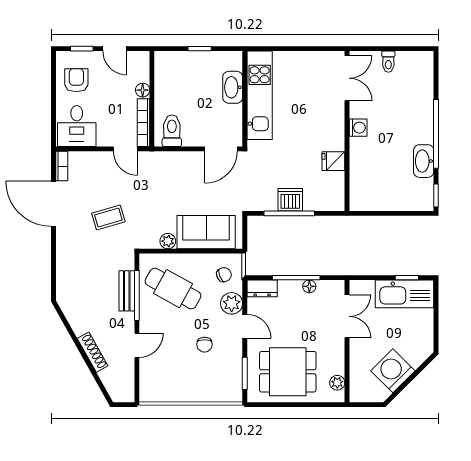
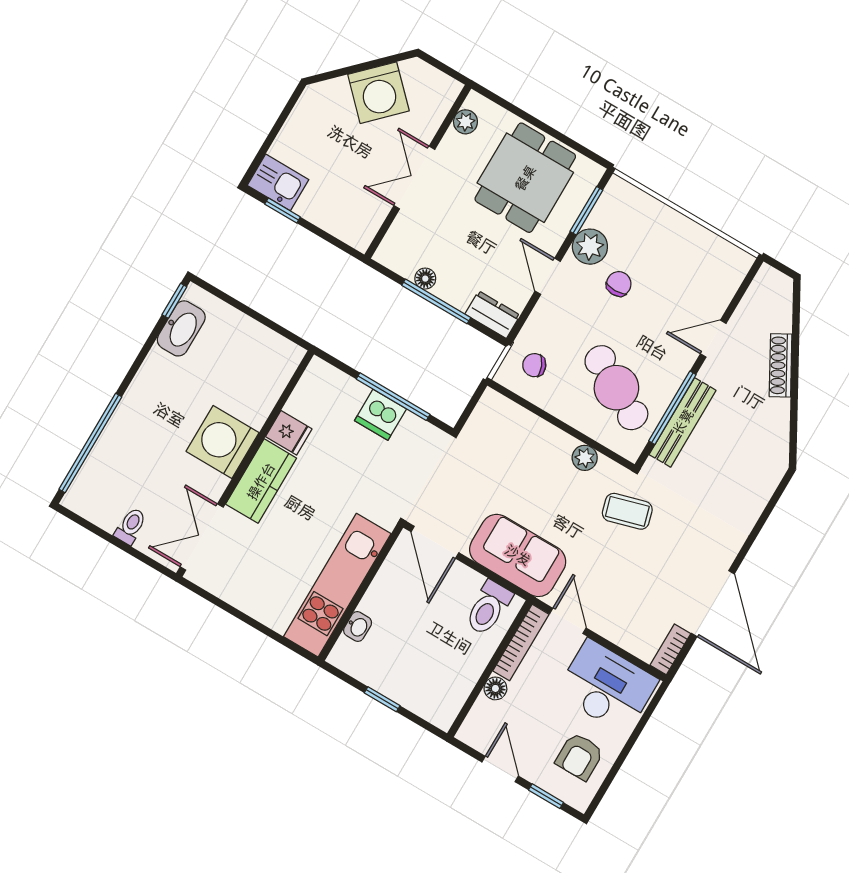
washbasin: (233, 87) -> (358, 626), width x0.52, depth x0.69
desk: (77, 126) -> (607, 687), width x1.37
kitchen counter: (333, 127) -> (261, 481), added
washing machine: (358, 128) -> (223, 442), width x1.89, depth x1.89
window: (436, 134) -> (90, 443), moved
door: (221, 149) -> (435, 542), swing flipped
washbasin: (424, 161) -> (181, 328), moved
coffee table: (108, 218) -> (627, 511), moved
sofa: (206, 232) -> (518, 555), moved, turned 180
bench: (127, 291) -> (683, 422), width x1.36
kitchen sink: (404, 294) -> (278, 182), width x0.53, depth x0.81
plant: (232, 303) -> (590, 247), moved
double door: (347, 316) -> (414, 177), moved
dining table: (288, 372) -> (525, 178), turned 90

